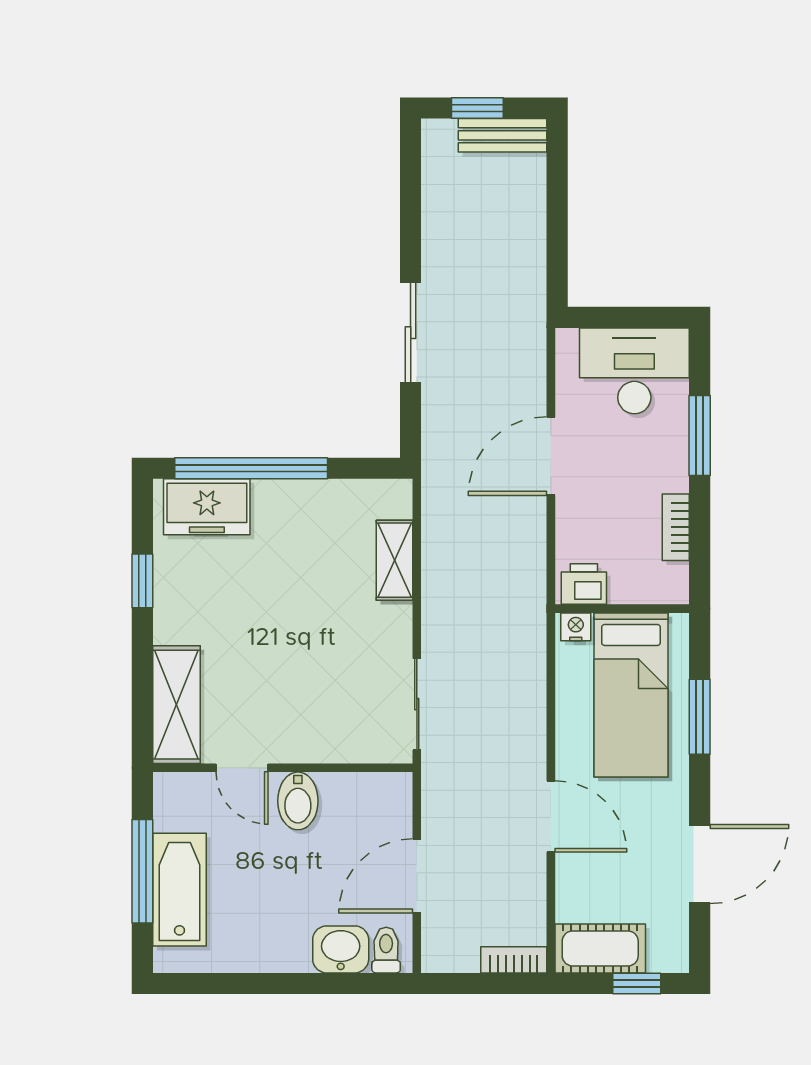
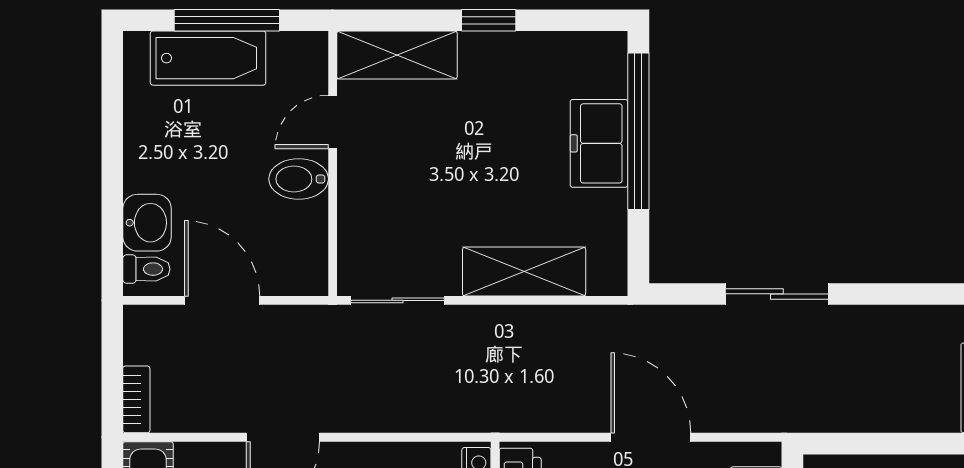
freezer: (207, 507) -> (599, 143), moved
shelving: (395, 560) -> (524, 272), width x1.50, depth x1.33
window: (142, 581) -> (489, 20), moved

